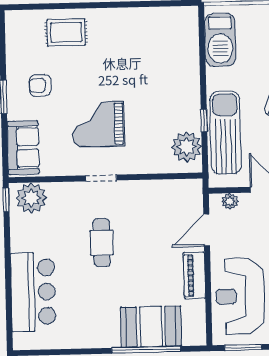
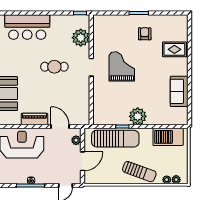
rug: (66, 32) -> (174, 49), turned 90
plant: (187, 147) -> (138, 116), moved
sofa: (23, 148) -> (179, 91), moved, turned 90
plant: (31, 198) -> (81, 38), moved

